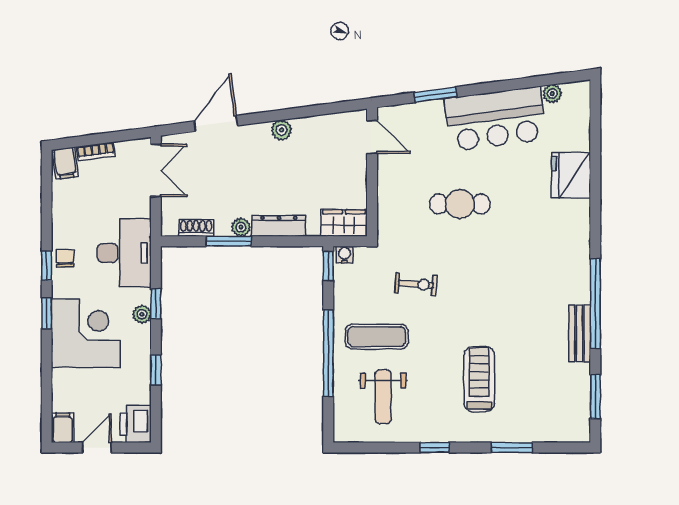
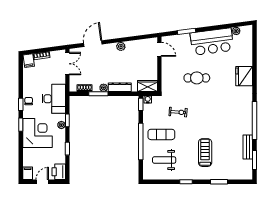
fridge: (571, 175) -> (244, 76), moved
bench: (580, 333) -> (248, 147), moved
weight bench: (383, 397) -> (164, 160), turned 90

